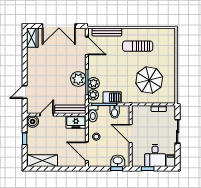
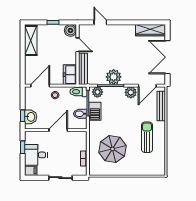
wardrobe: (32, 38) -> (151, 30), width x1.50
plant: (94, 83) -> (131, 92), moved

